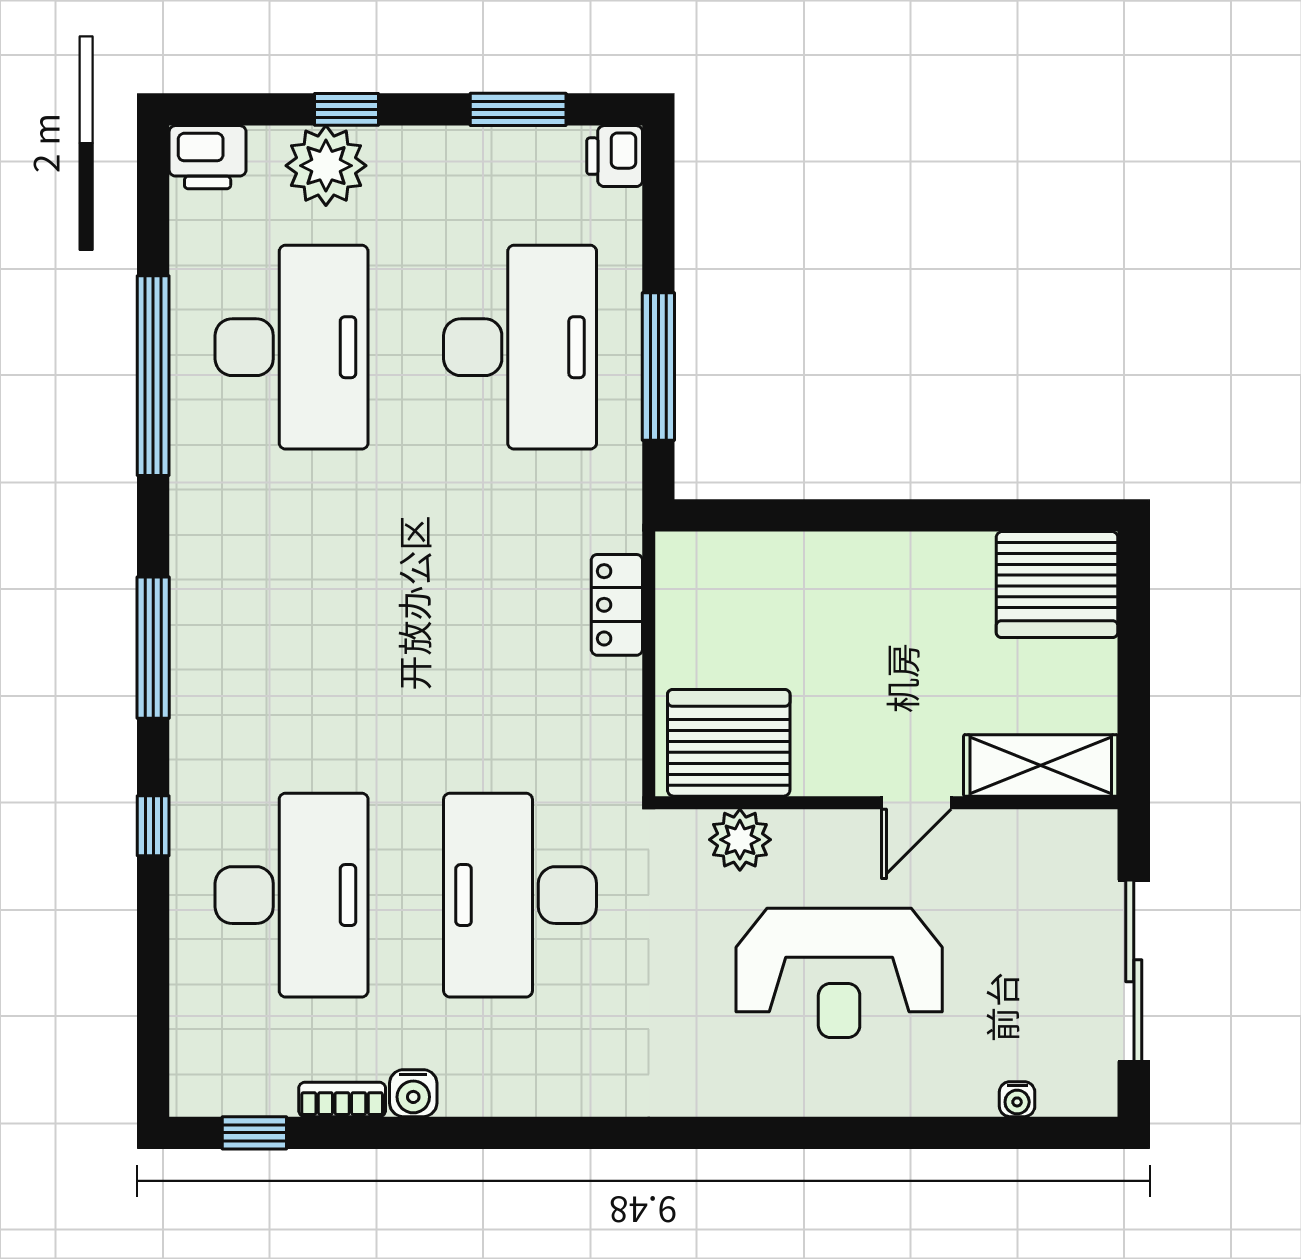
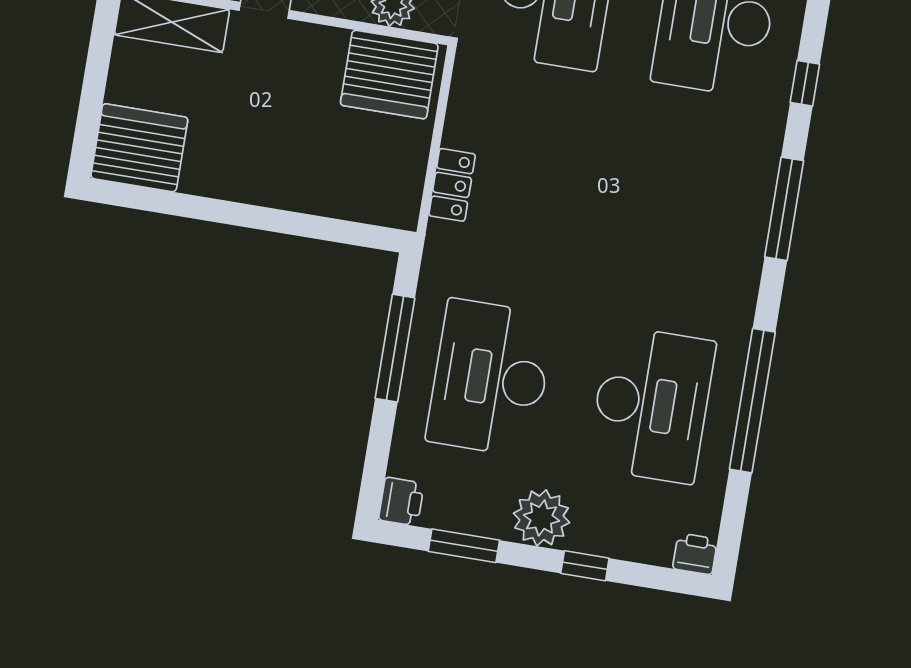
printer: (208, 157) -> (695, 554), width x0.73, depth x0.81
plant: (326, 166) -> (542, 518), moved
desk: (292, 347) -> (651, 405), turned 180

